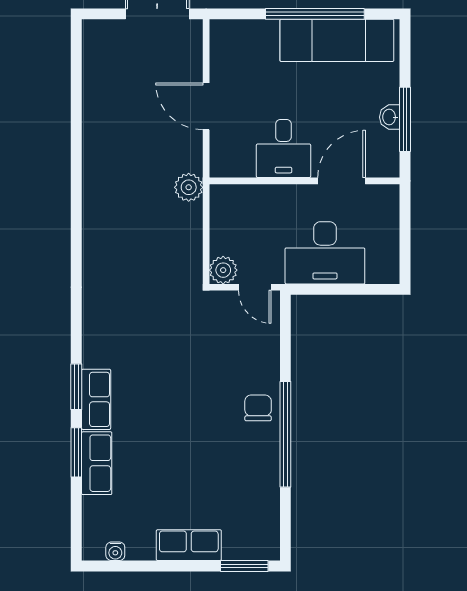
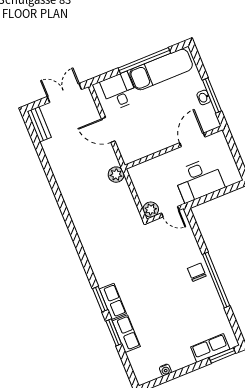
bench: (93, 49) -> (39, 124), added
desk: (283, 149) -> (119, 91), moved, turned 180
row of seats: (189, 545) -> (210, 348), moved
water cooler: (115, 551) -> (165, 370), moved

